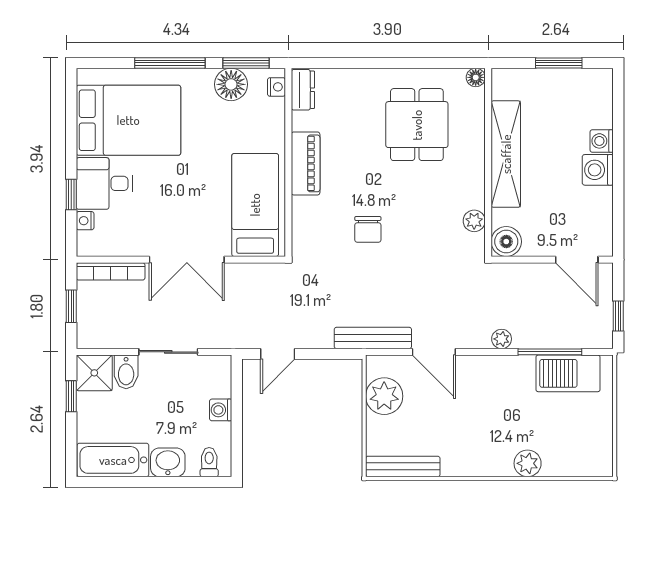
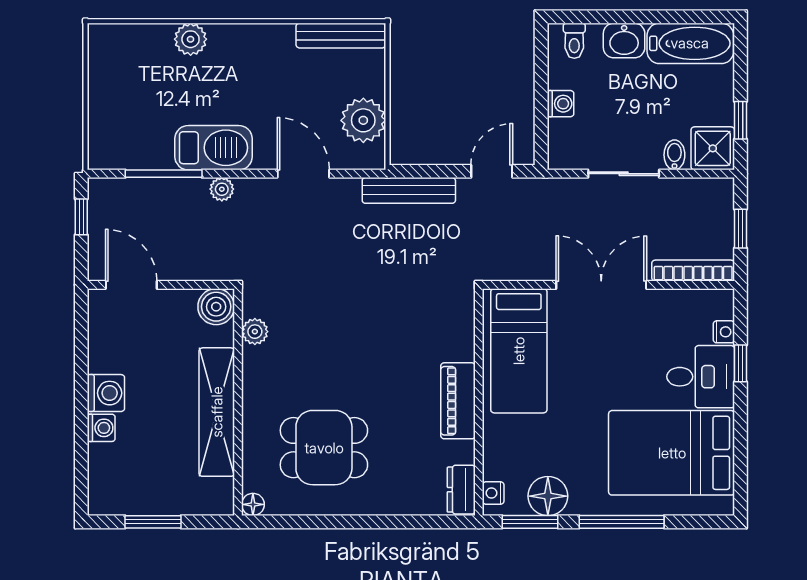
dining table: (417, 125) -> (324, 448), turned 90
chair: (368, 229) -> (383, 321), removed
bench: (373, 338) -> (409, 190), moved
bidet: (126, 372) -> (674, 155), width x0.72, depth x0.74
barbecue: (568, 373) -> (214, 148), moved

